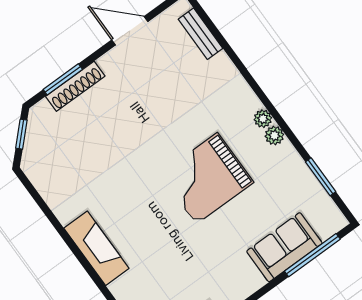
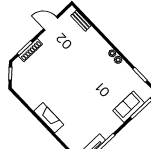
grand piano: (207, 178) -> (92, 82), removed

